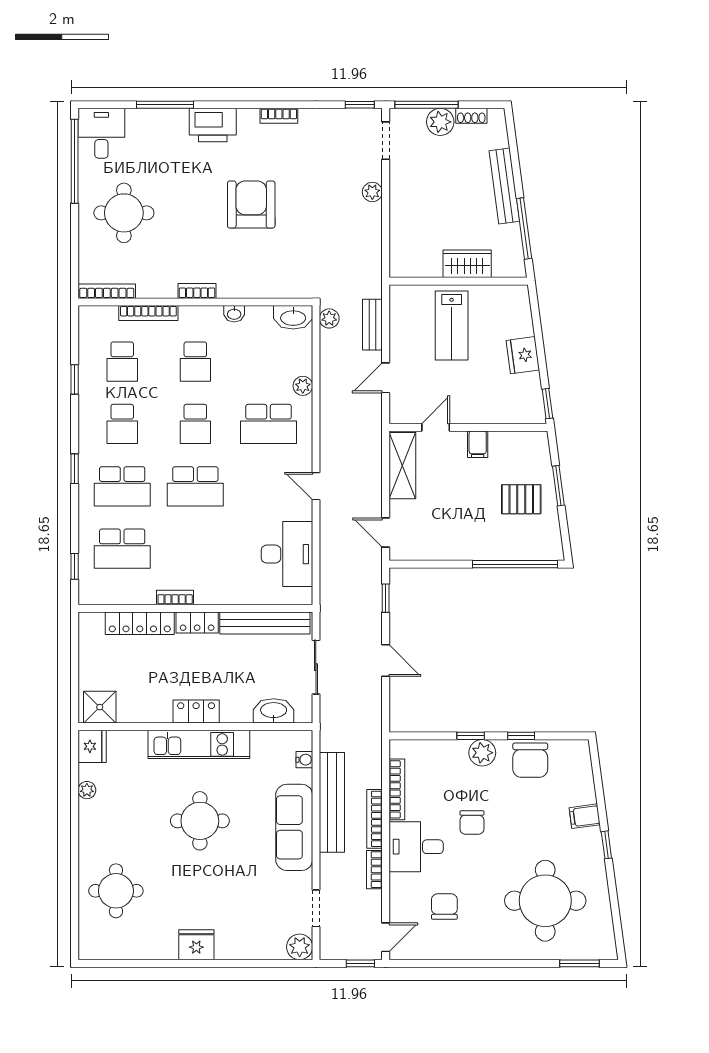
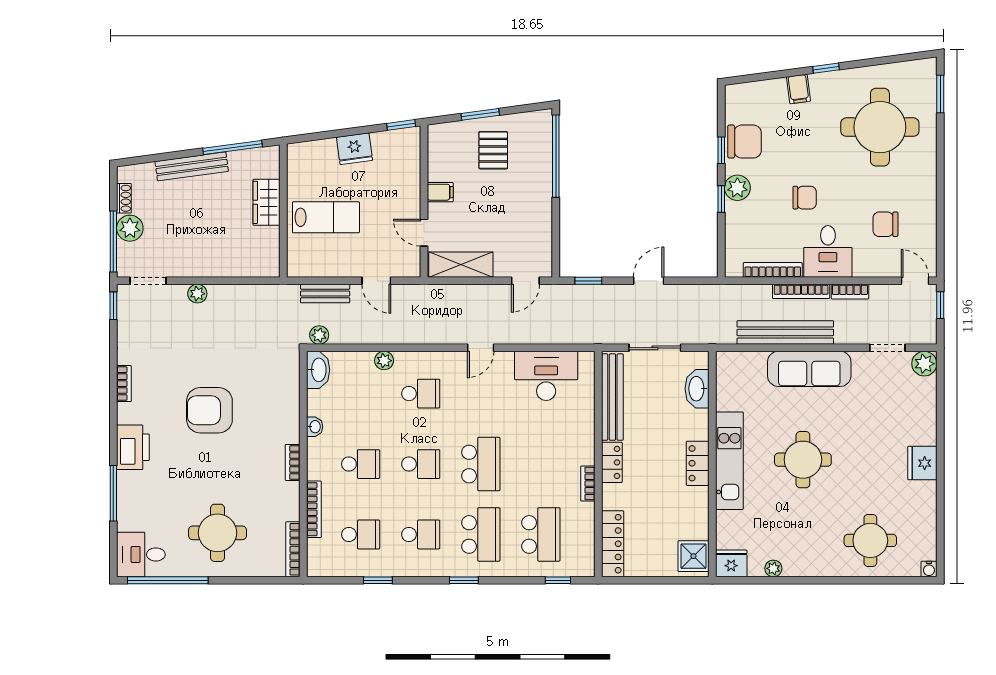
school desk: (269, 424) -> (421, 394), width x0.54
locker: (140, 623) -> (613, 544), moved
water cooler: (304, 760) -> (929, 569), moved, turned 180

